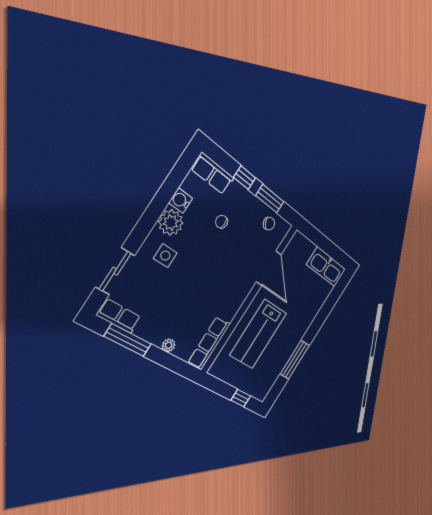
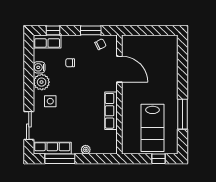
window: (245, 178) -> (53, 30), moved
kitchen sink: (326, 267) -> (161, 43), removed
row of seats: (119, 316) -> (52, 148), width x1.48
lab bench: (258, 334) -> (153, 128), moved
row of seats: (209, 343) -> (111, 111), moved

